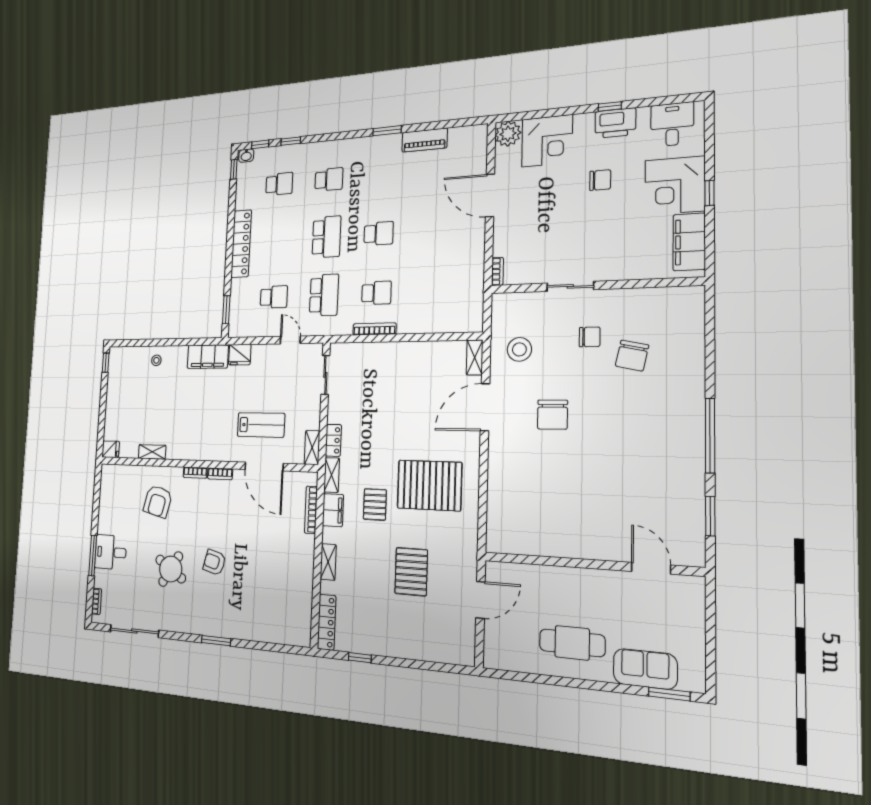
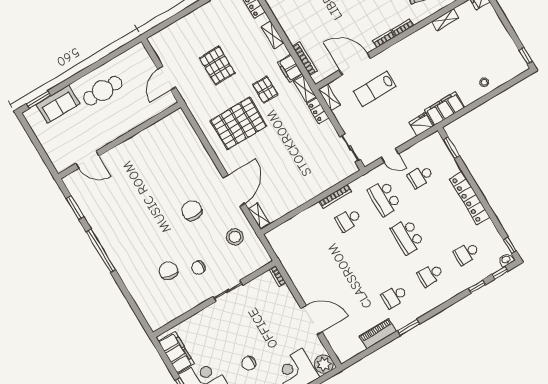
school desk: (379, 233) -> (394, 297), moved

